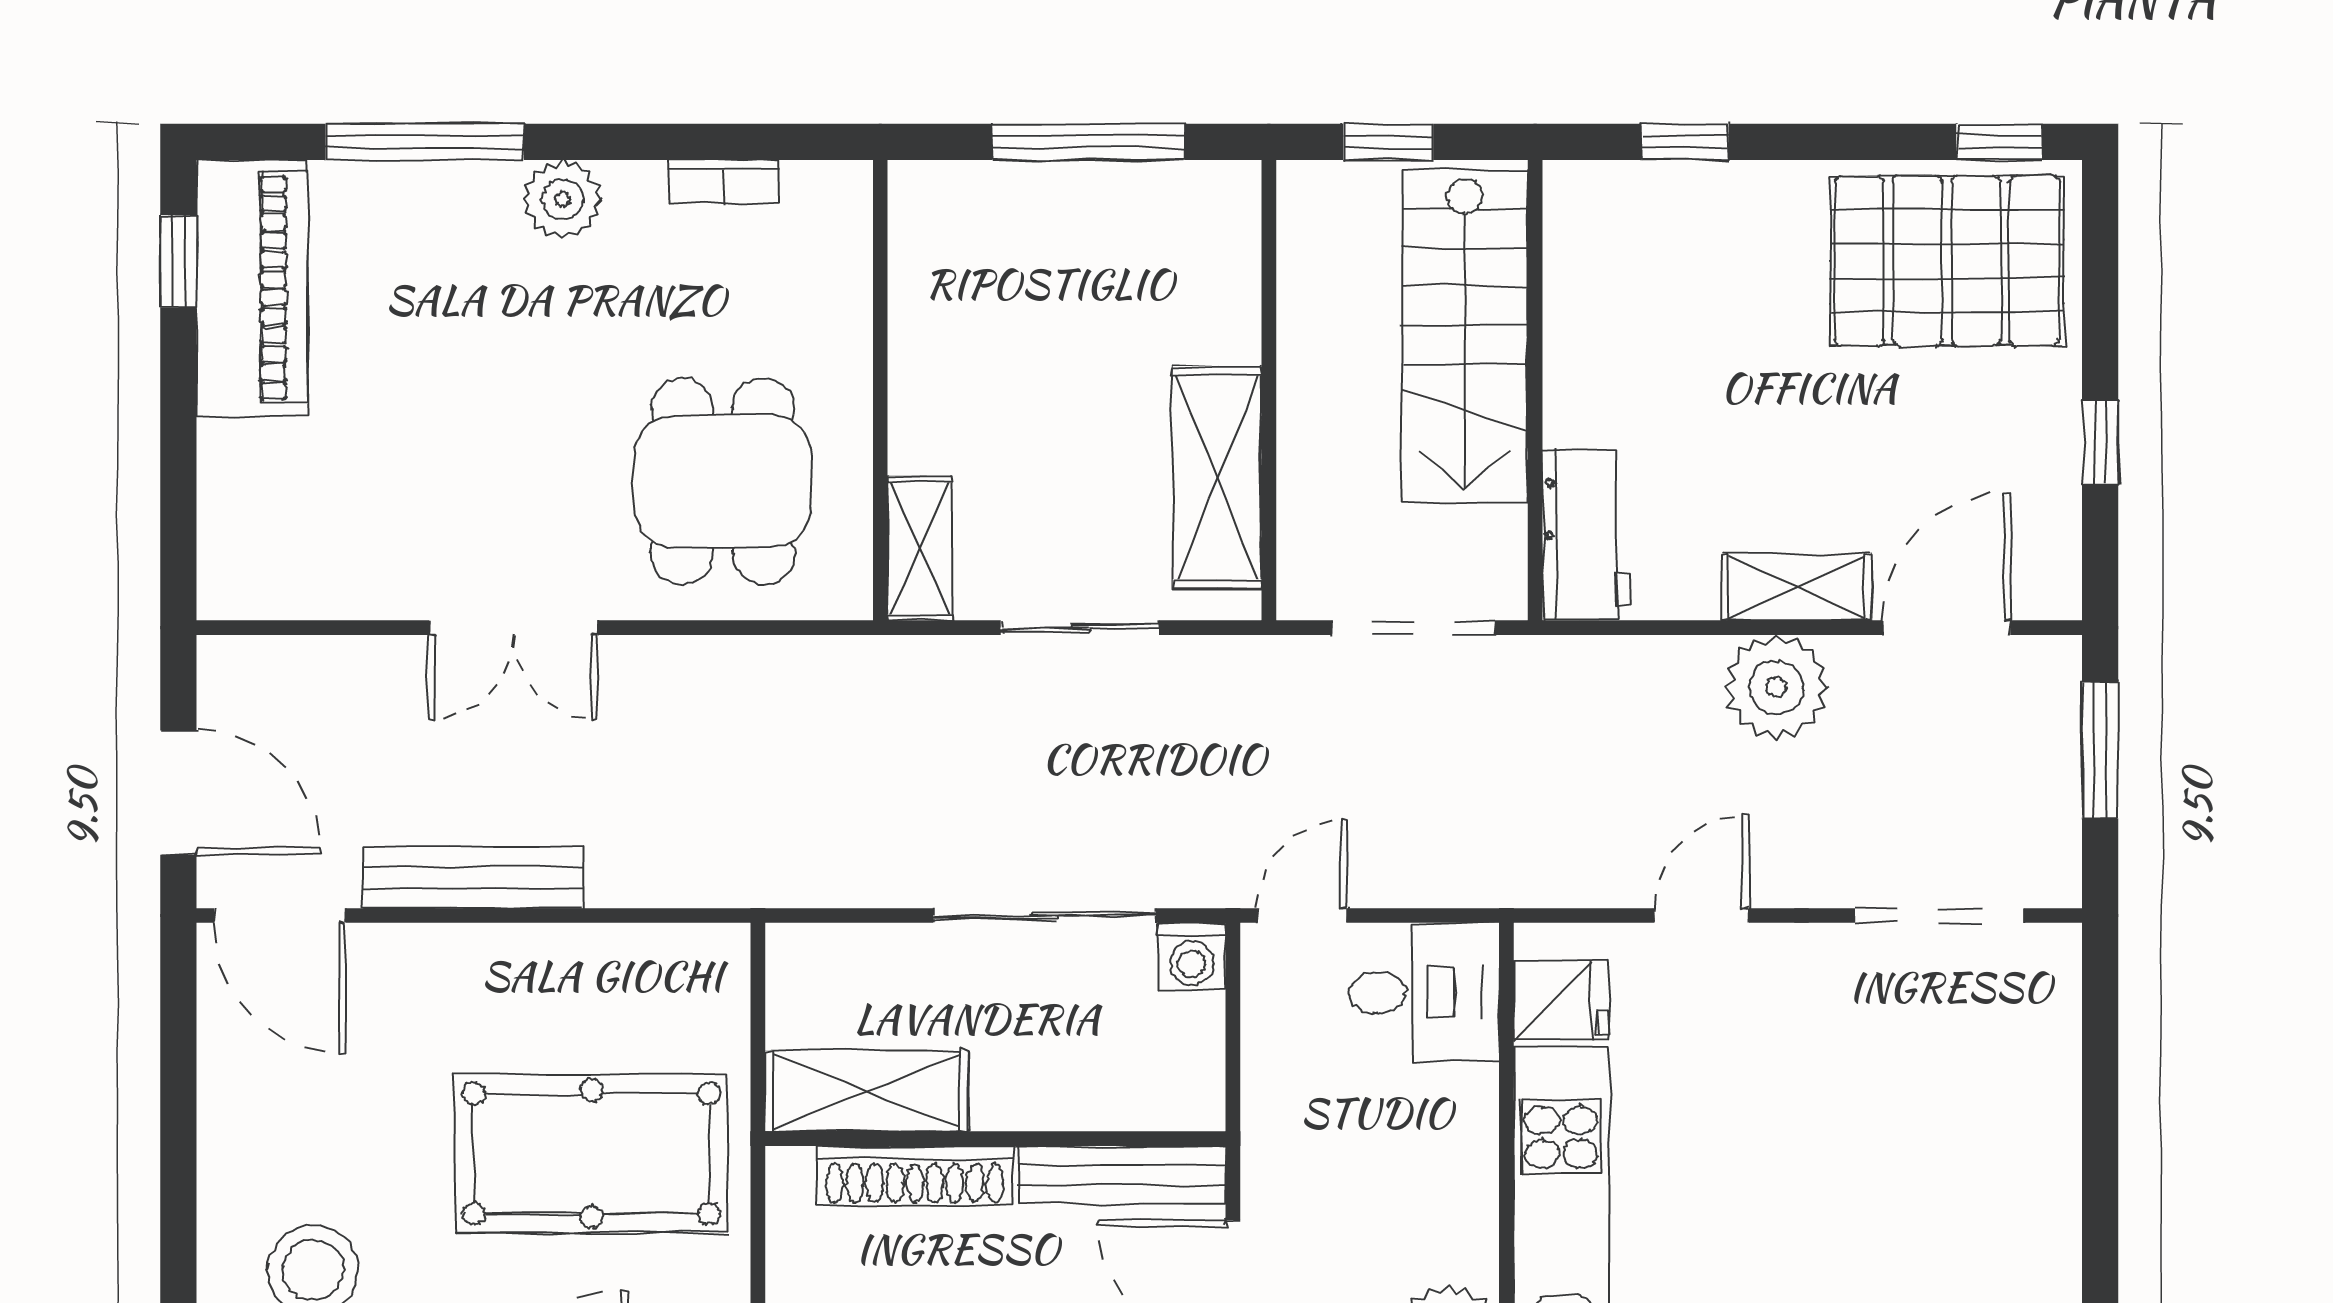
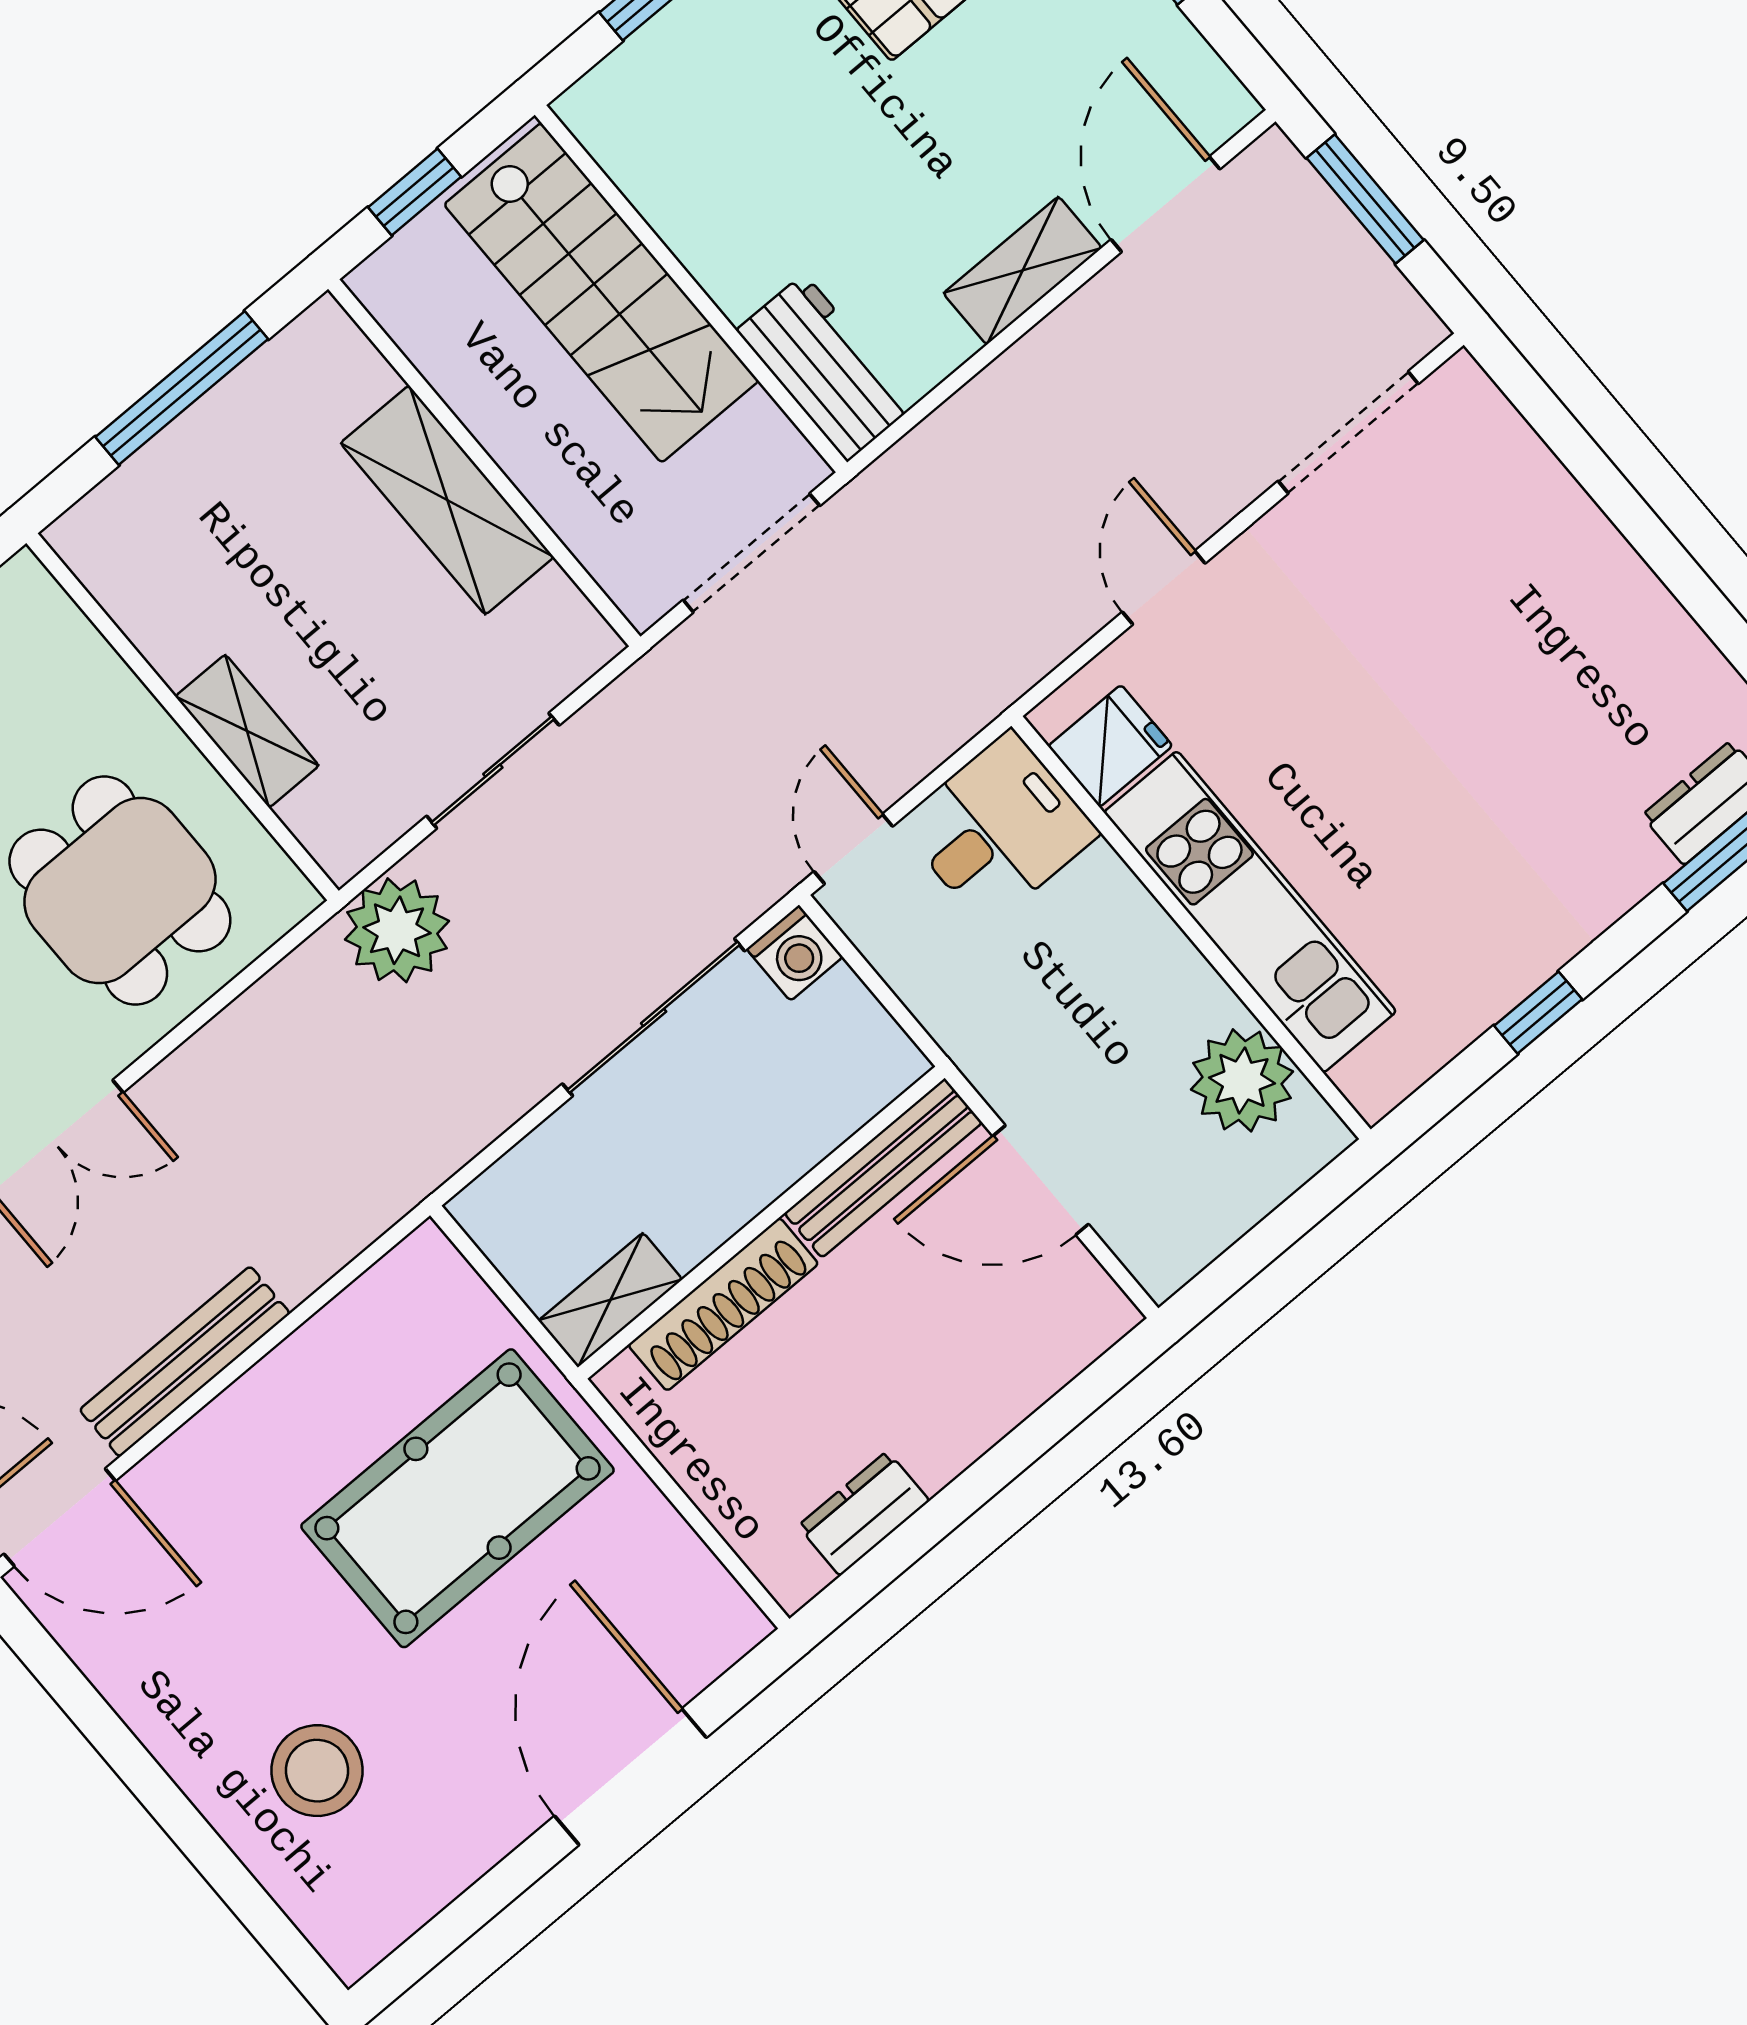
shelving: (1217, 477) -> (447, 500), moved
shelving: (920, 548) -> (247, 731), moved
plant: (1776, 687) -> (397, 930), moved
shelving: (866, 1091) -> (610, 1300), width x0.67, depth x0.75

